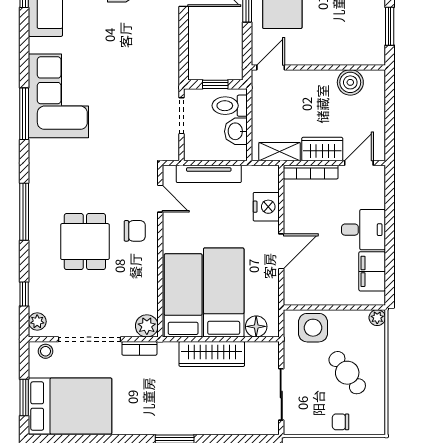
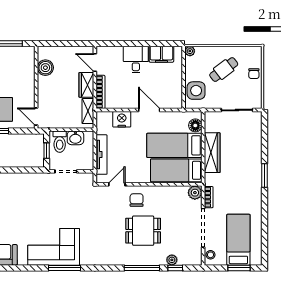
window: (24, 212) -> (142, 268), moved
plant: (37, 322) -> (172, 260), moved
bed: (70, 406) -> (238, 240), width x0.67

